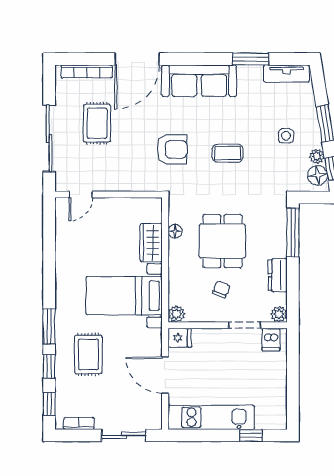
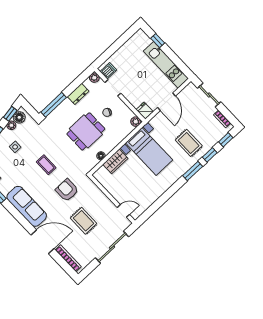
rug: (97, 123) -> (84, 221), moved, turned 90
rug: (88, 354) -> (189, 143), turned 90

